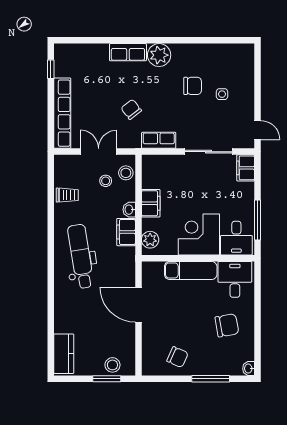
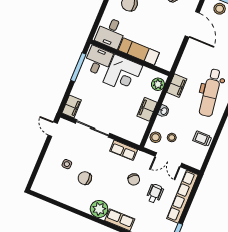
wheelchair: (98, 103) -> (155, 193), added
filing cabinet: (126, 232) -> (177, 86), moved
door: (138, 305) -> (192, 24), moved

